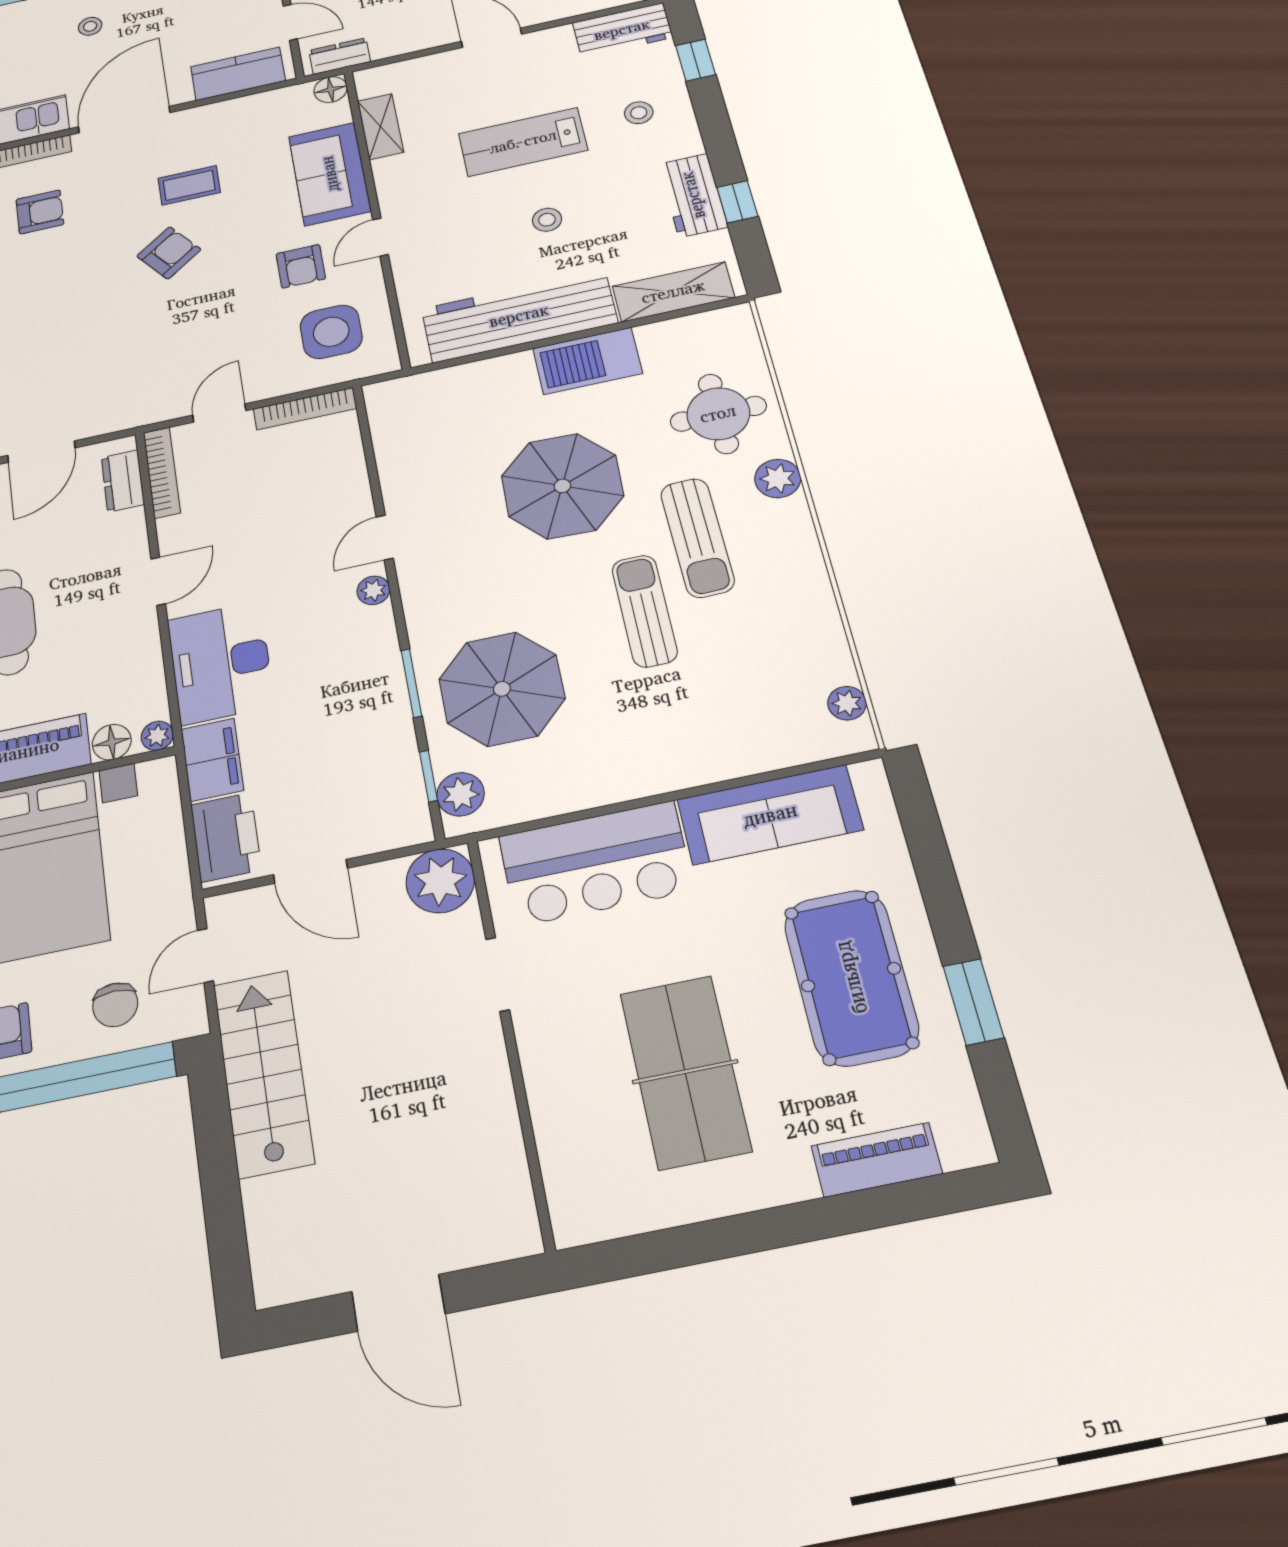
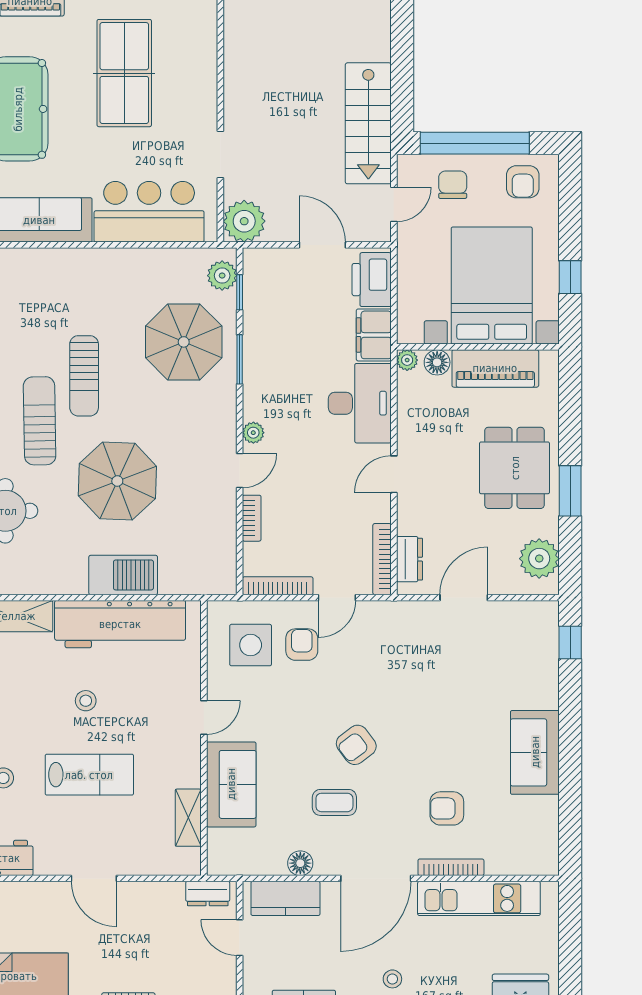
floor lamp: (331, 89) -> (300, 863), moved
armchair: (301, 266) -> (302, 645), moved
barbecue: (588, 361) -> (123, 575), moved
bookcase: (356, 482) -> (252, 518), added

